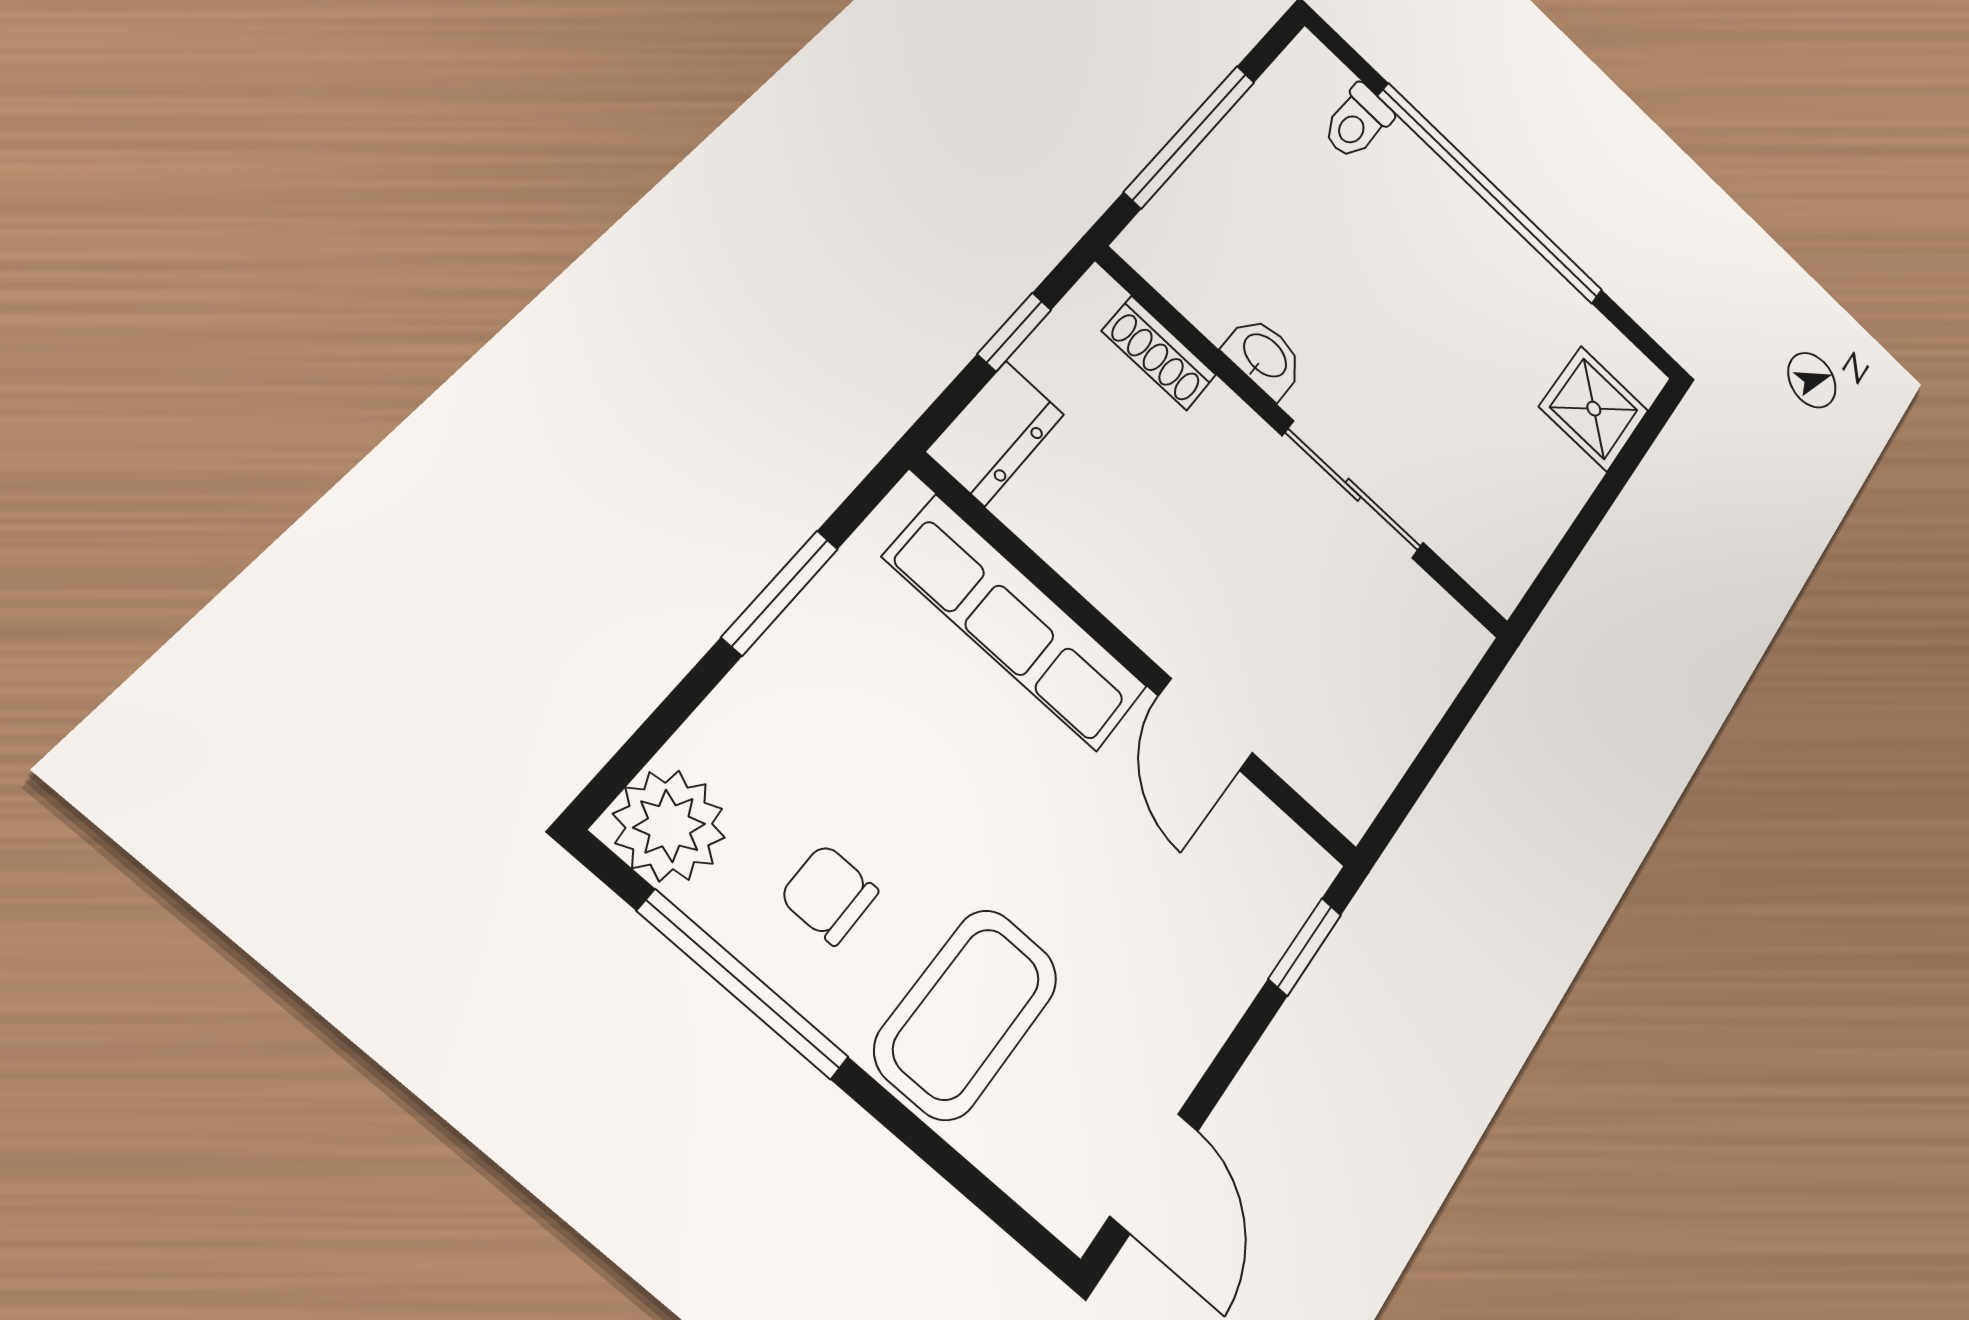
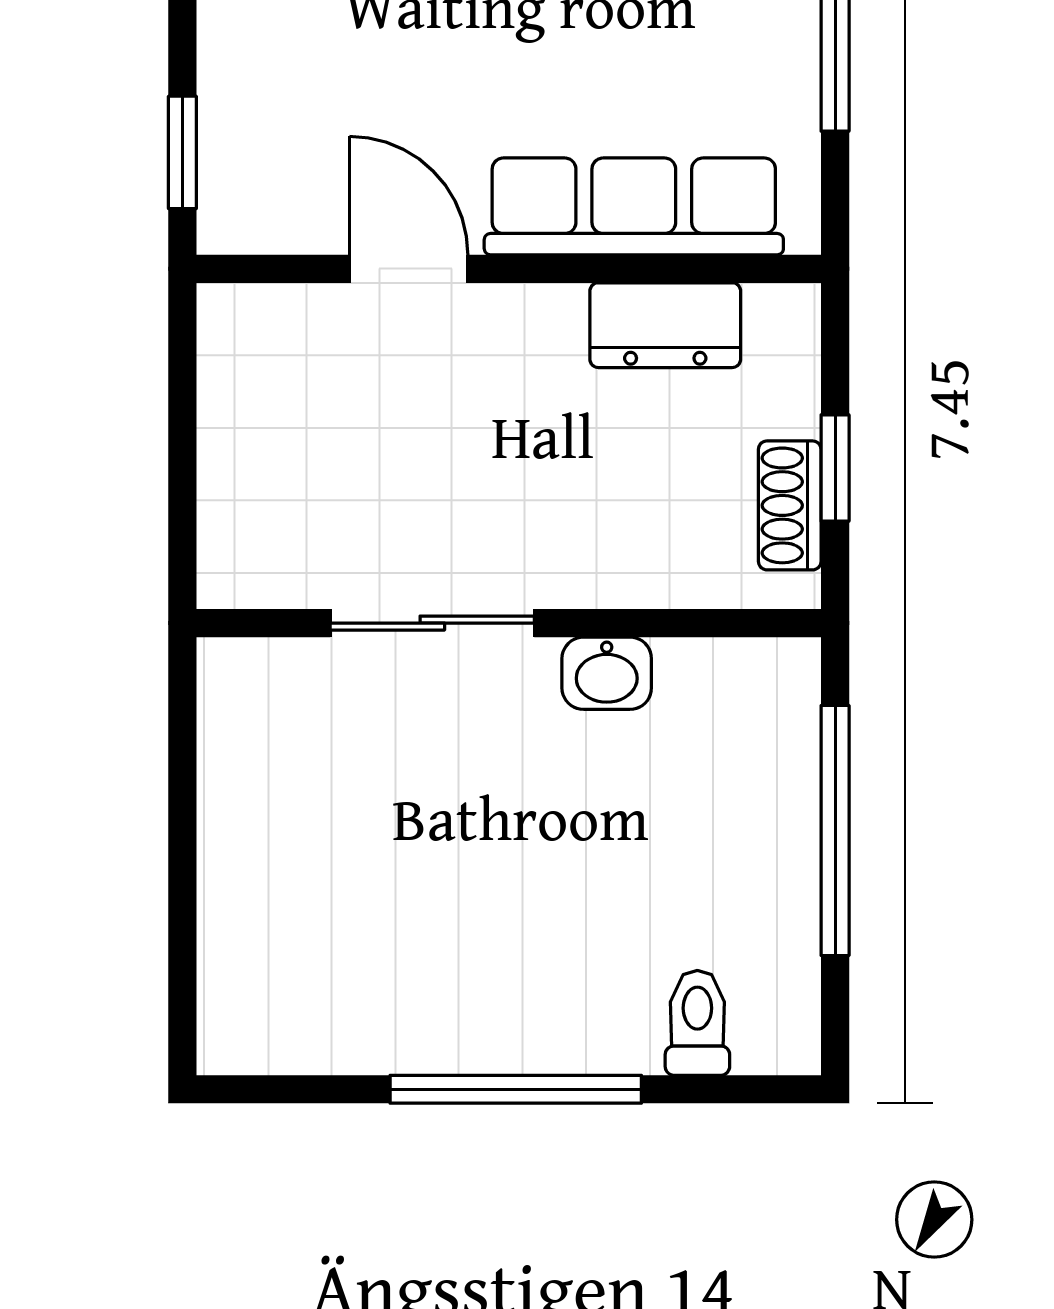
window: (1491, 194) -> (516, 1089), width x0.68
shoe rack: (1159, 353) -> (790, 505), moved, turned -90
shower: (1594, 409) -> (254, 956), removed
dresser: (995, 433) -> (665, 325), moved, turned -90

